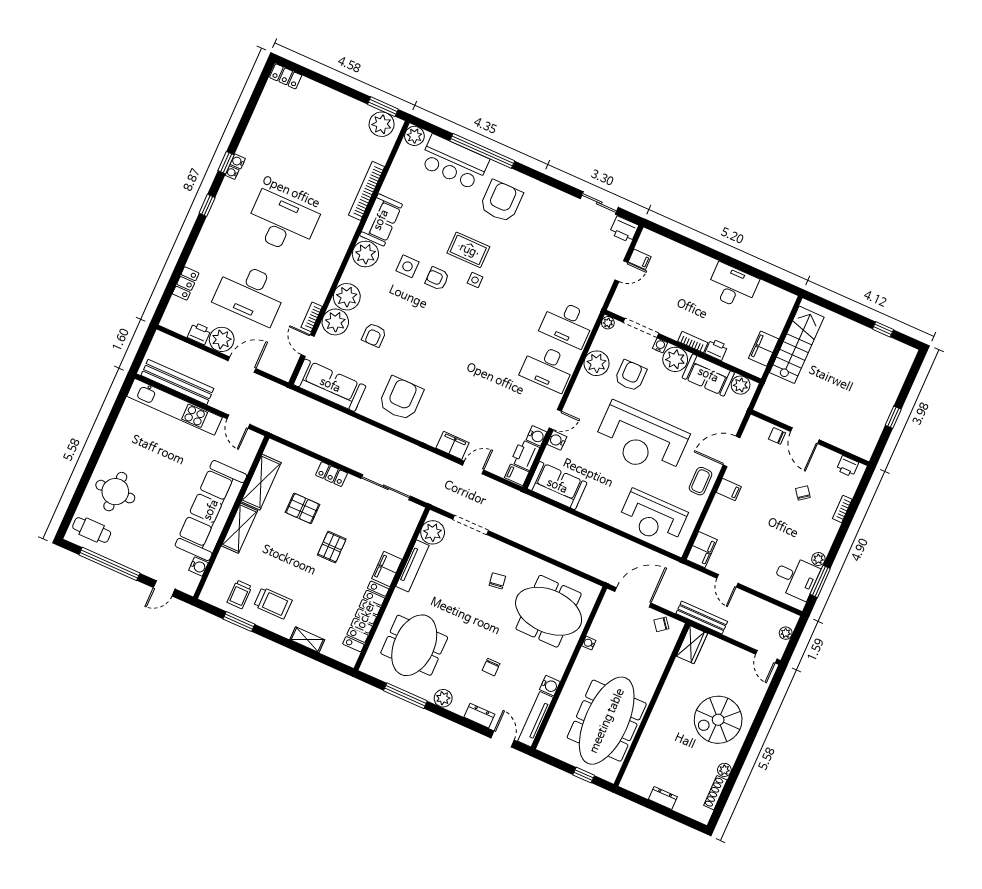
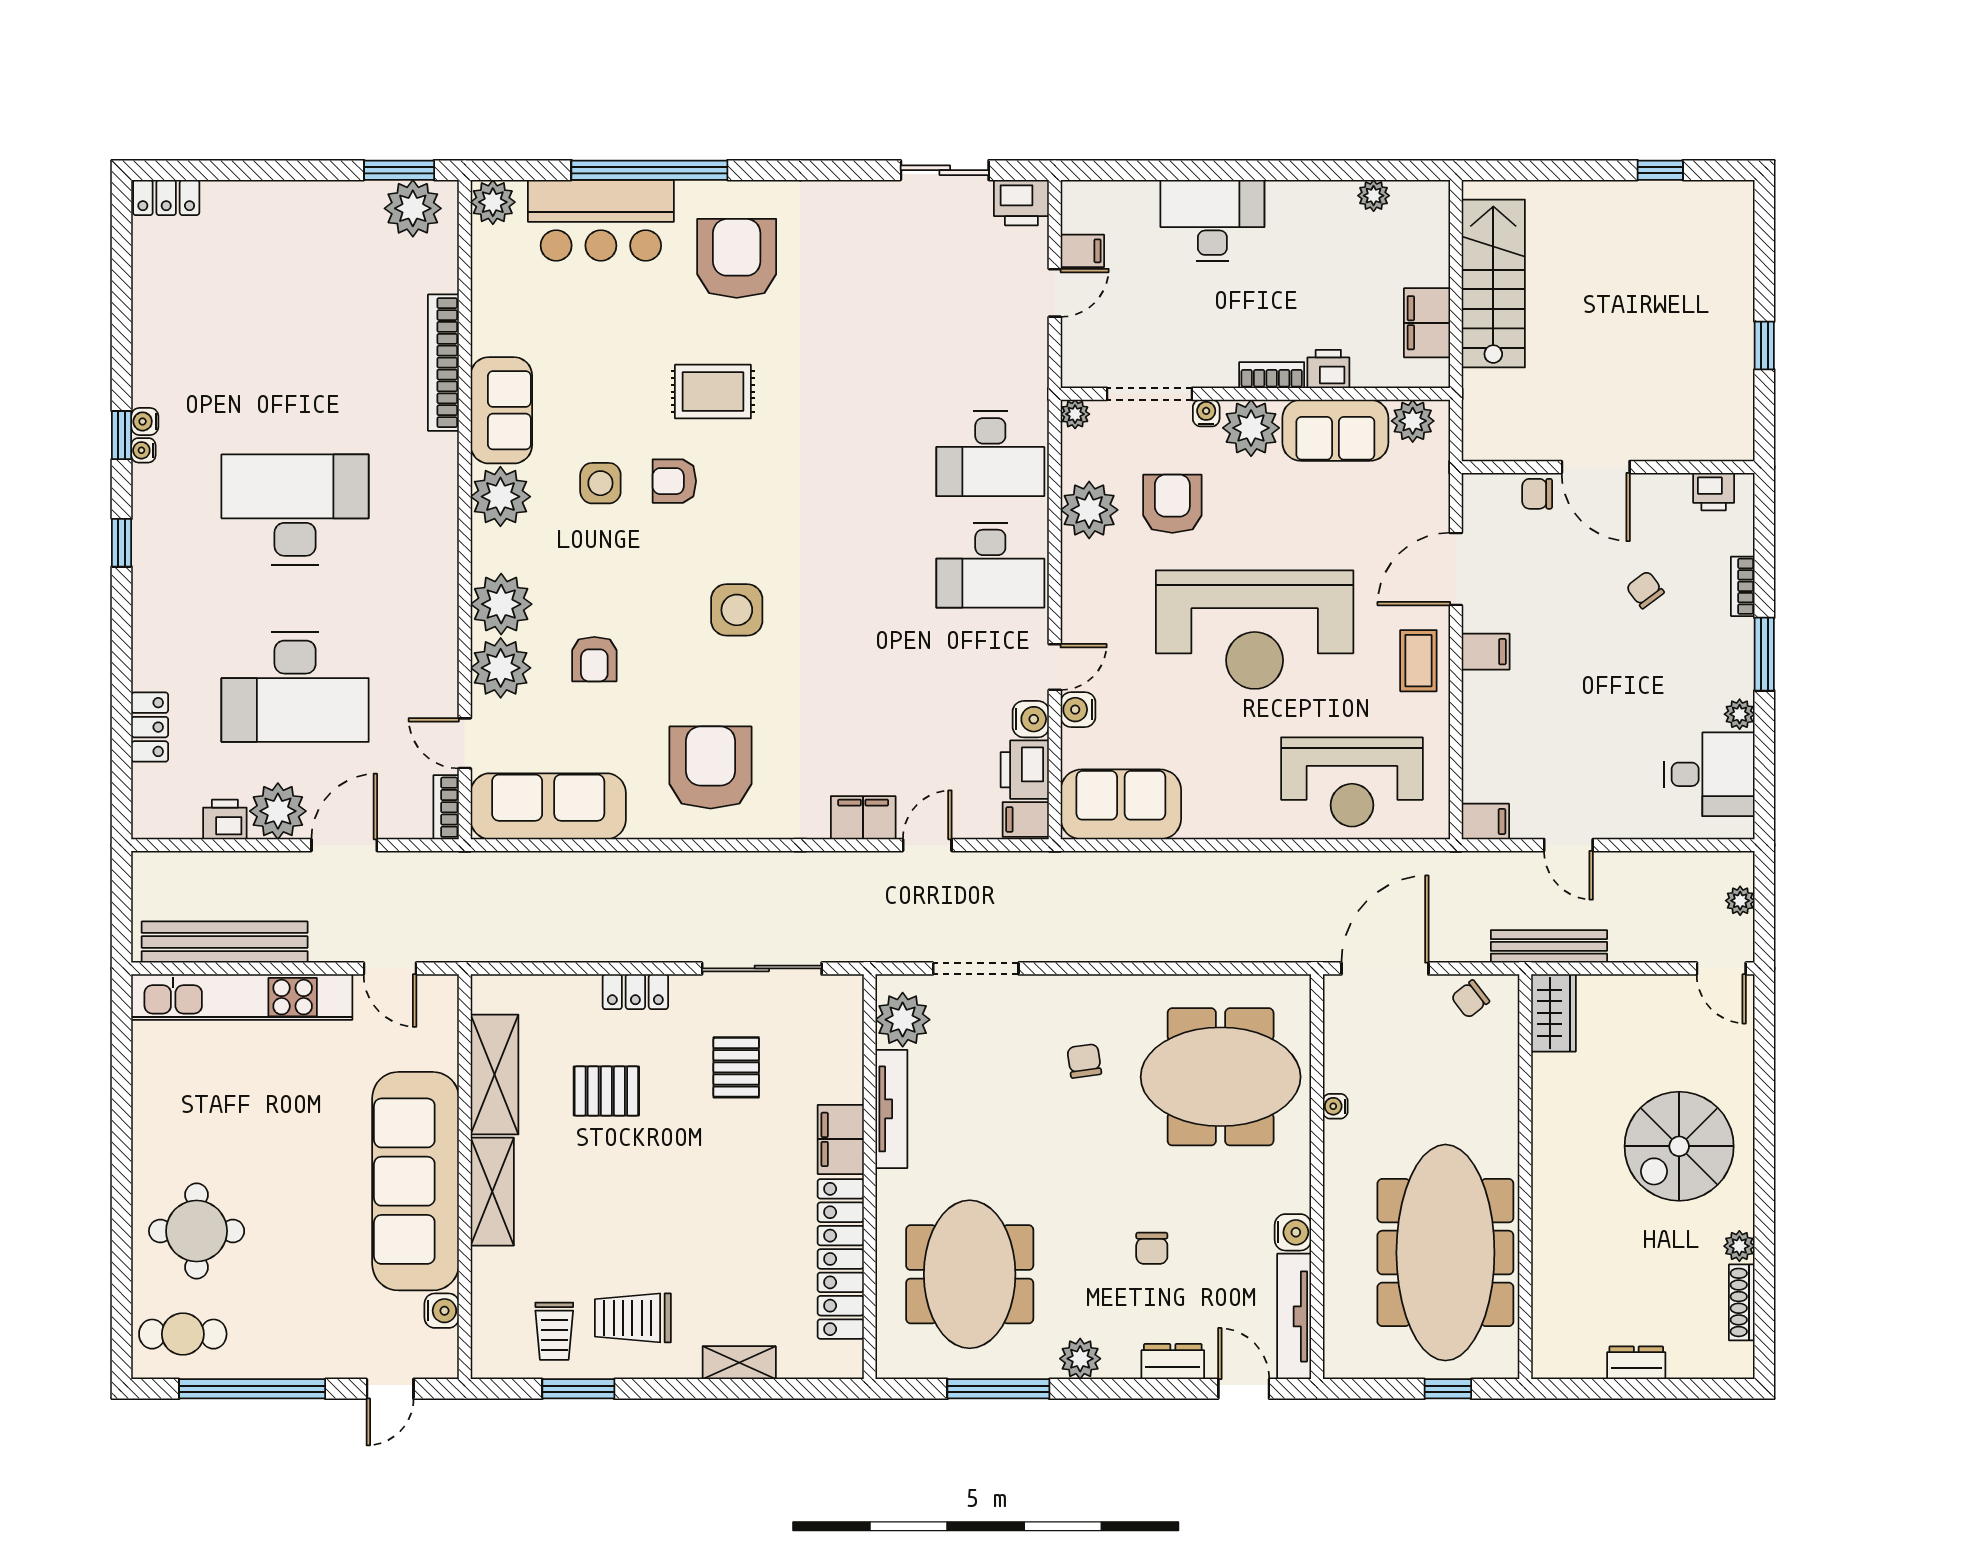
side table: (475, 280) -> (737, 610), moved, width x1.87, depth x1.87
desk: (732, 286) -> (1212, 221), moved
plant: (765, 289) -> (1374, 196), added
bookcase: (312, 317) -> (446, 807), moved
pallet: (332, 547) -> (736, 1067), moved
filing cabinet: (702, 550) -> (1485, 821), width x0.50
window: (820, 581) -> (1764, 654), moved
trolley: (273, 603) -> (633, 1318), turned 180

